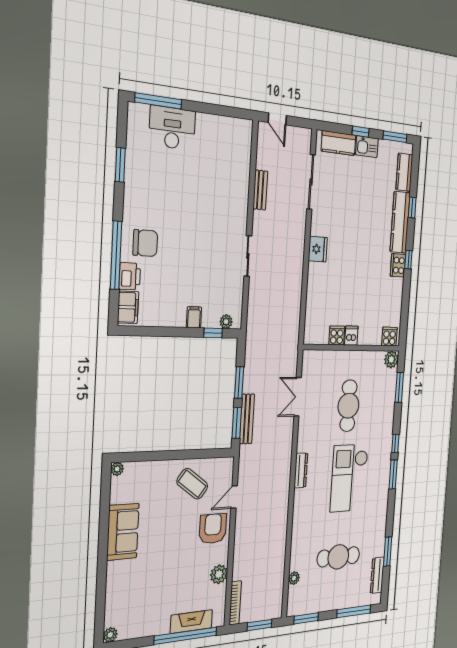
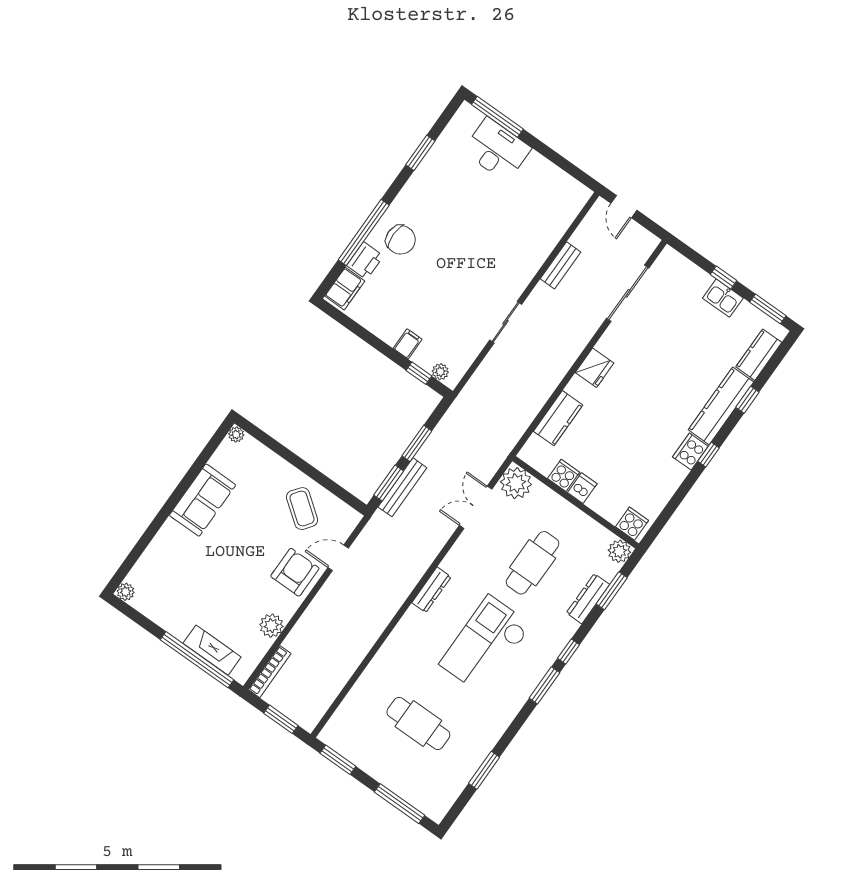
kitchen counter: (339, 143) -> (558, 418), moved, turned -90
dresser: (377, 575) -> (588, 599), moved
plant: (294, 578) -> (516, 483), moved, width x1.88, depth x1.88

